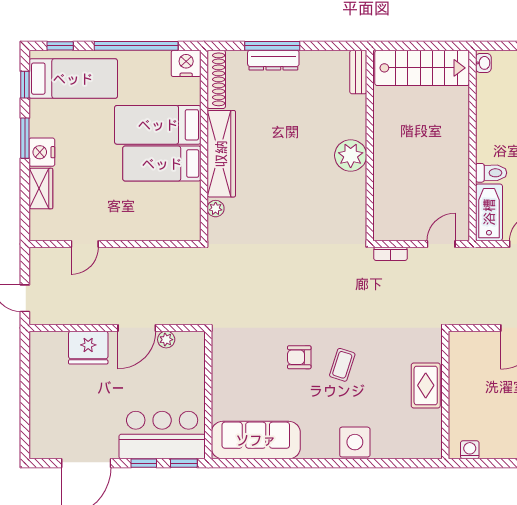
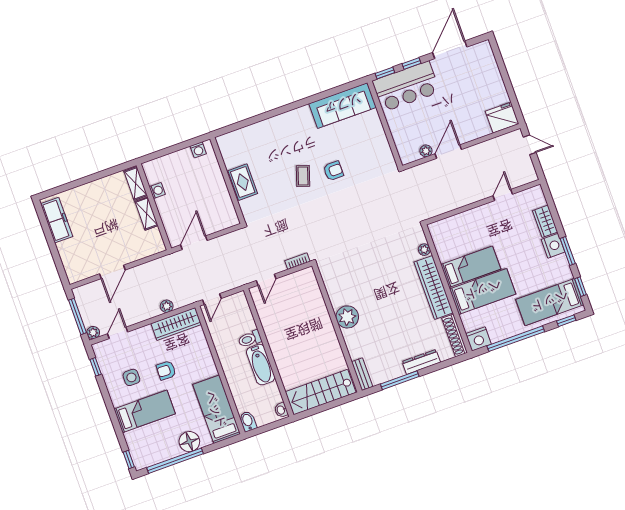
window: (272, 46) -> (400, 380), moved
bathtub: (489, 212) -> (261, 365), moved
fridge: (88, 348) -> (502, 118), moved
side table: (355, 442) -> (276, 128), removed

